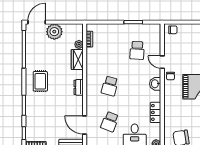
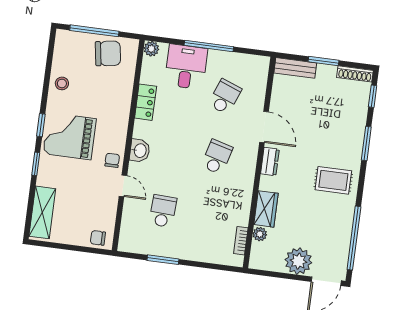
rug: (40, 81) -> (333, 180), turned 90
door: (85, 125) -> (264, 127), moved

